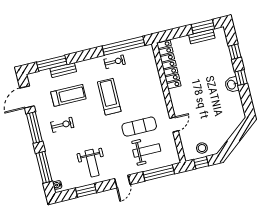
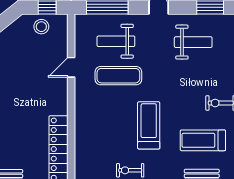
treadmill: (109, 97) -> (149, 125), turned 180
weight bench: (92, 163) -> (193, 42), turned 90

